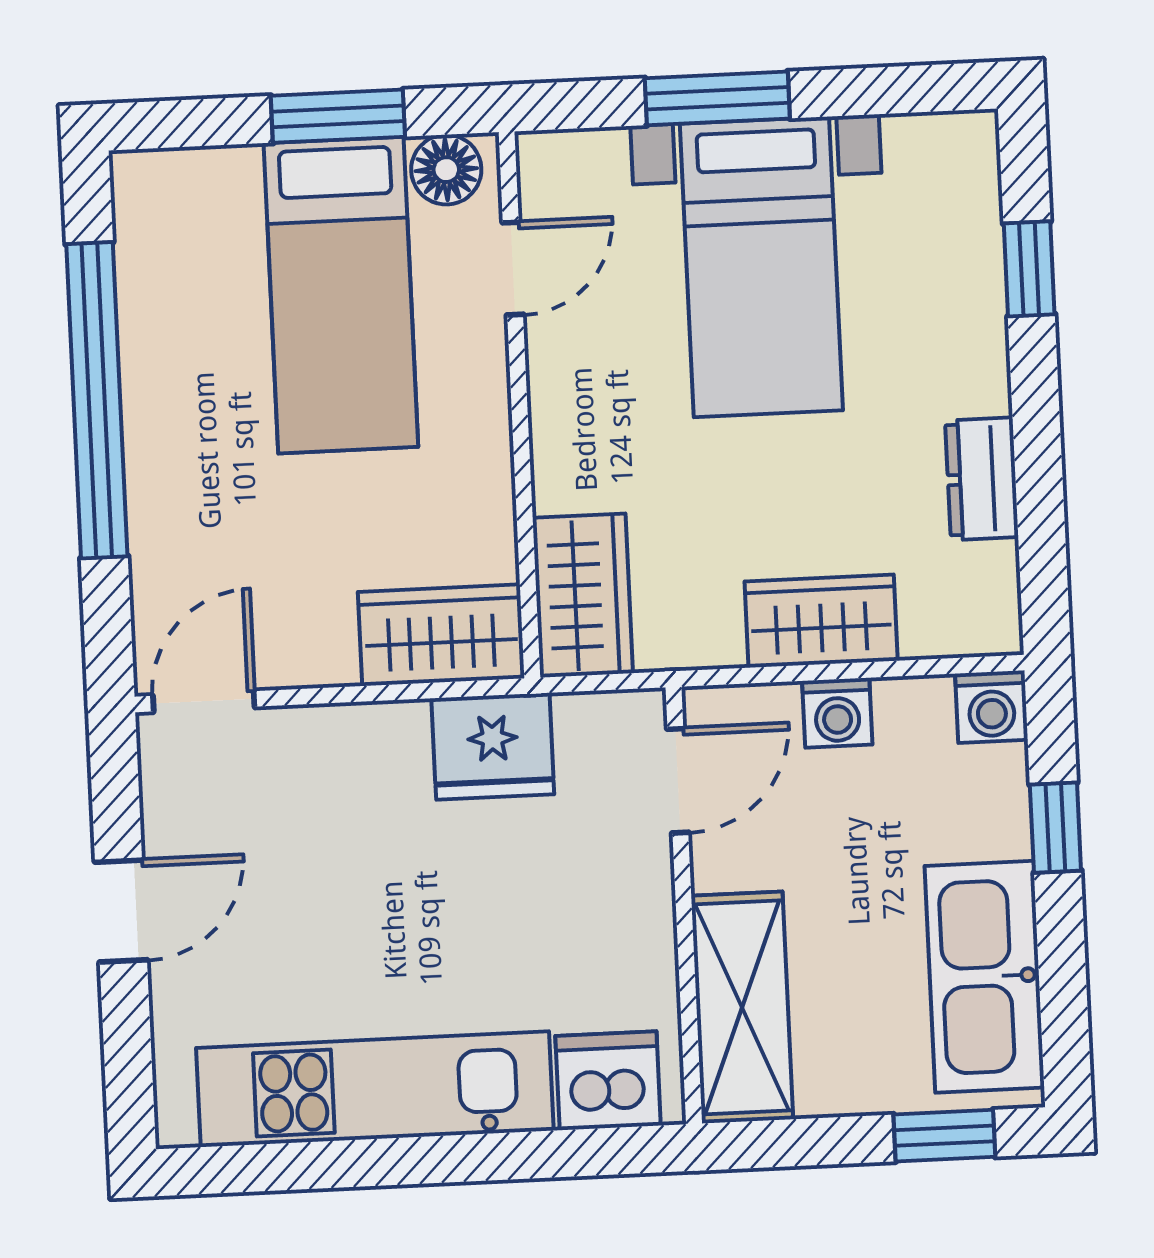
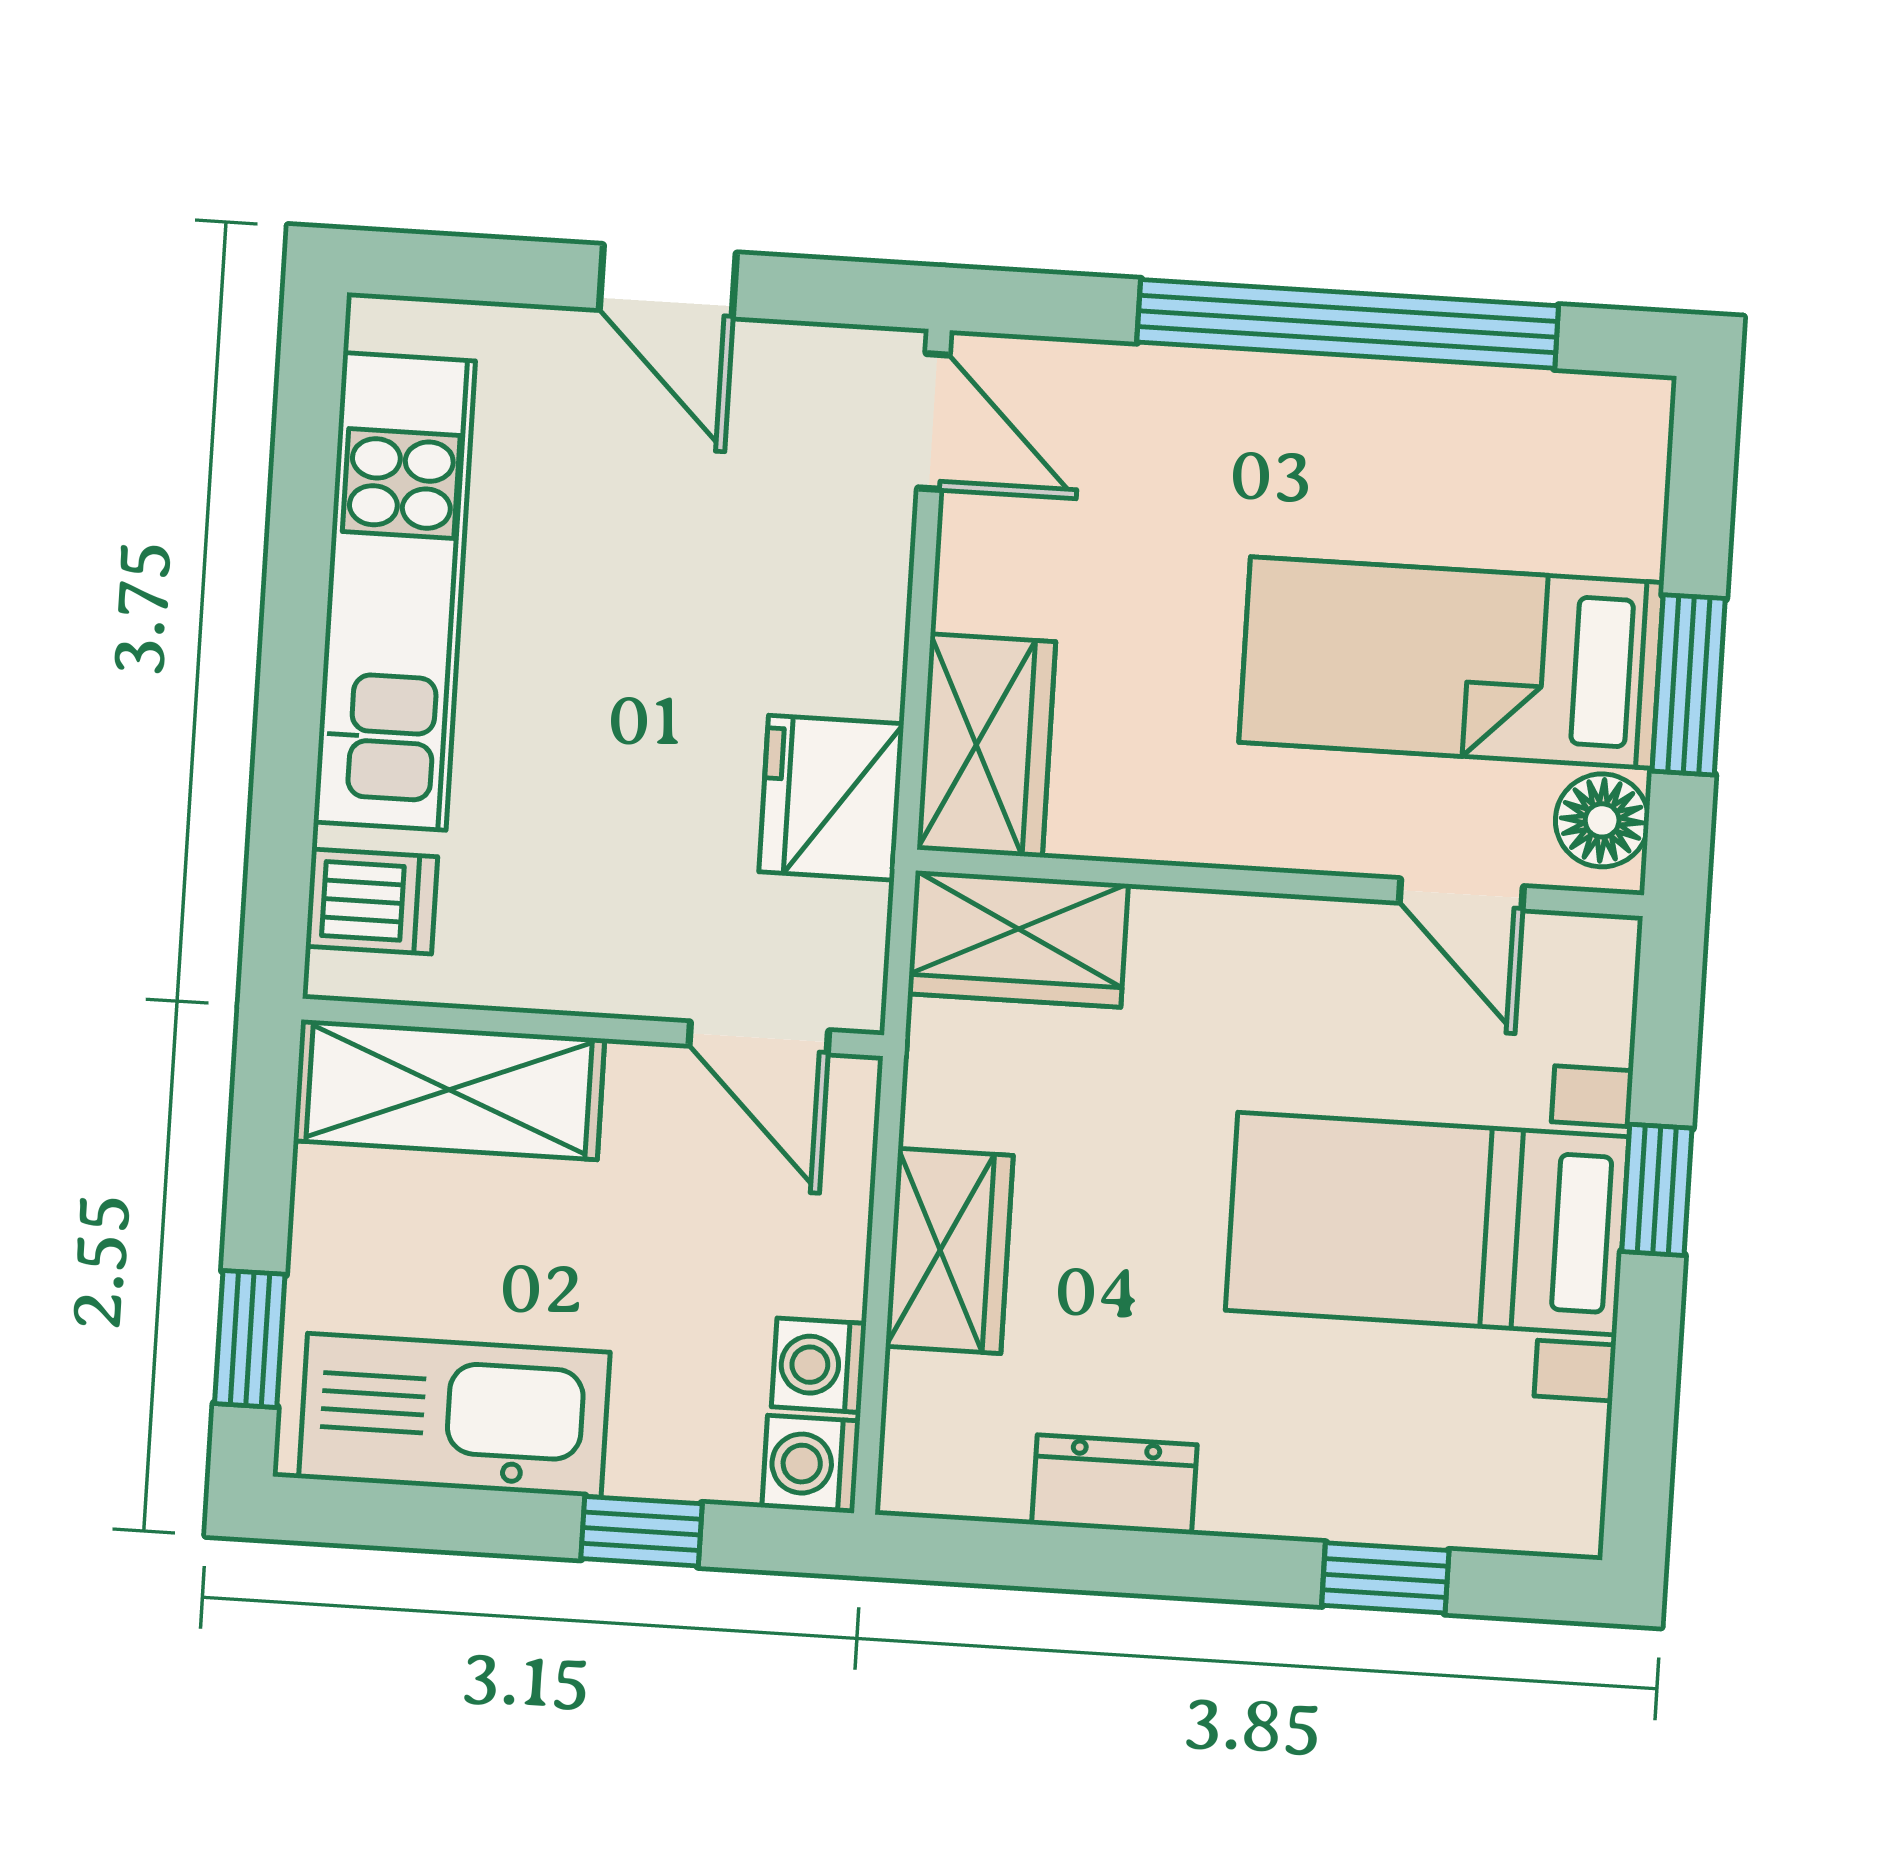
window: (717, 98) -> (1657, 1190), width x0.67
washing machine: (837, 713) -> (819, 1365), moved
dishwasher: (608, 1081) -> (372, 901), width x0.73

